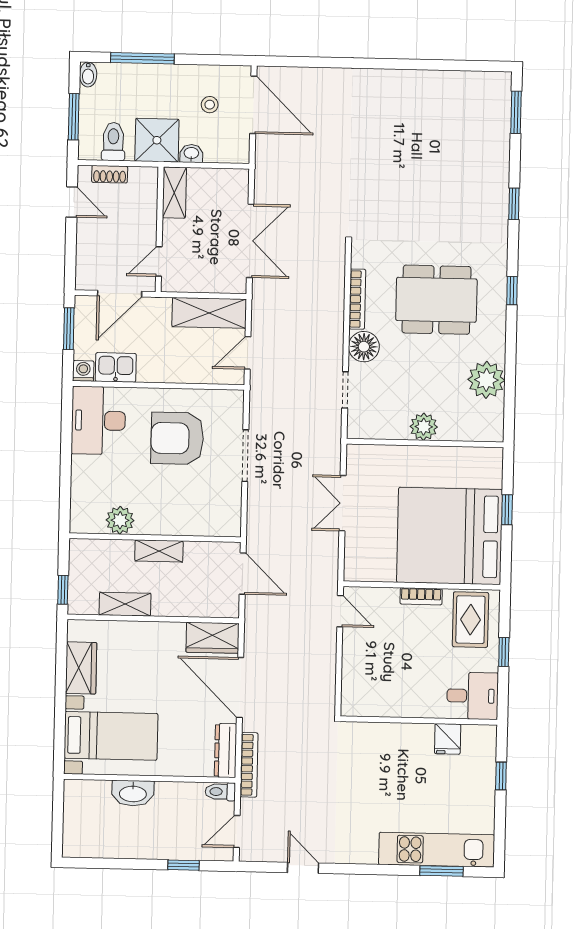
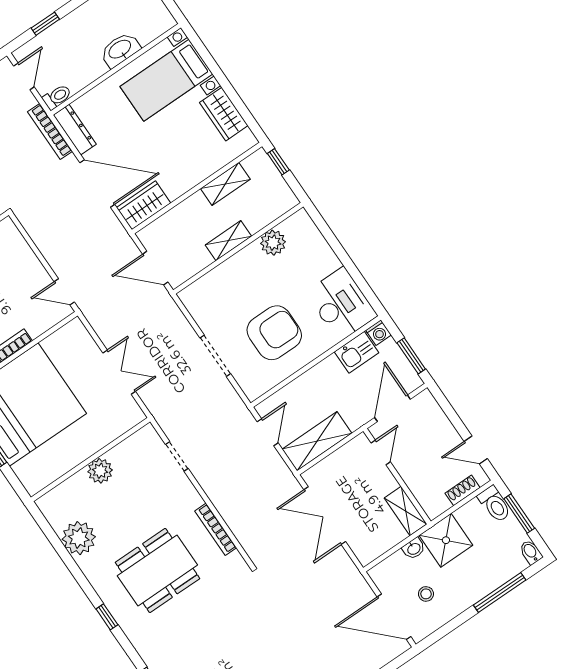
toilet: (113, 142) -> (495, 504), moved
floor lamp: (364, 347) -> (186, 498), removed

